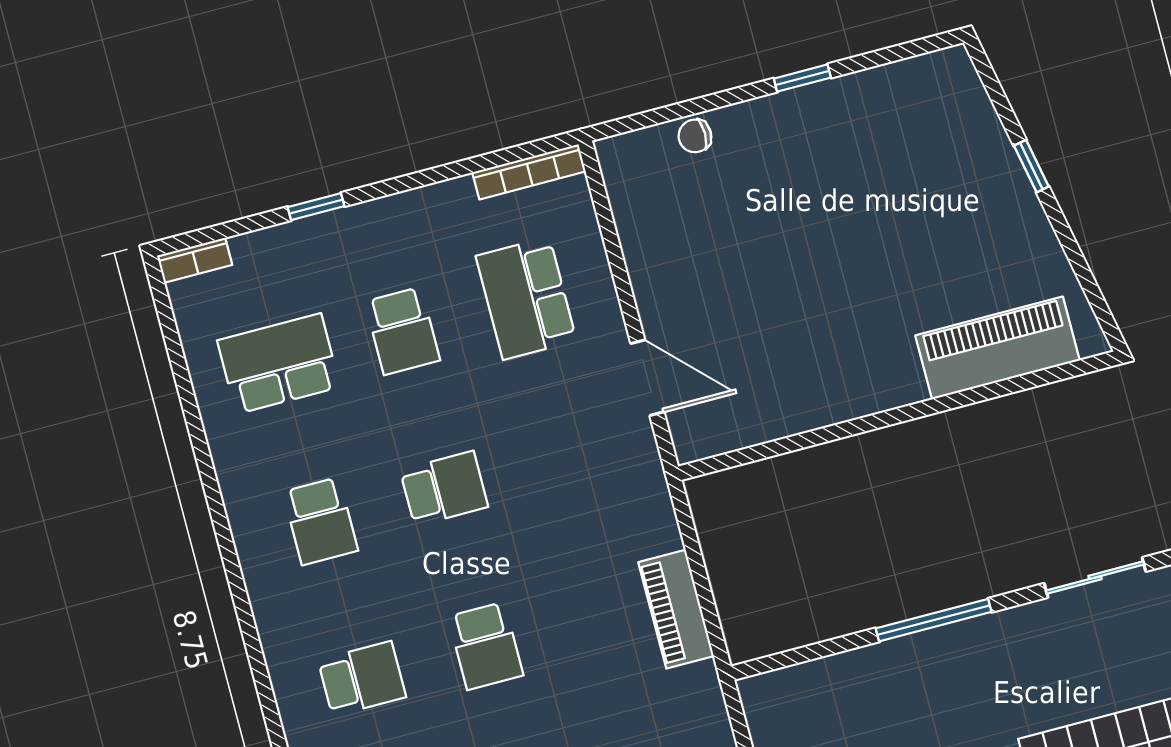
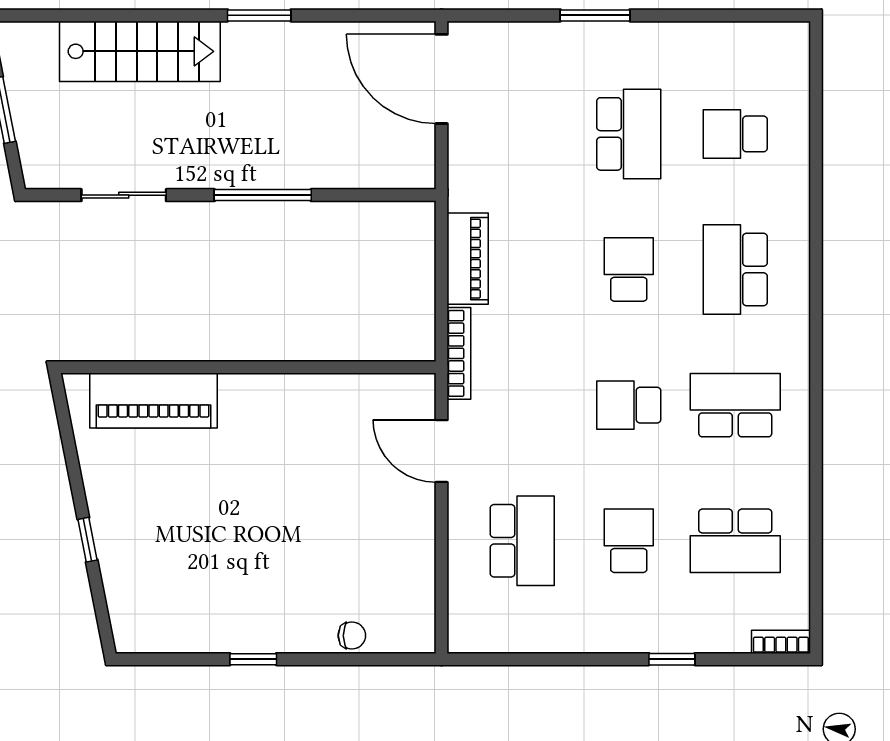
bookcase: (529, 172) -> (459, 353), moved, turned 90
school desk: (320, 521) -> (735, 405), width x1.85
school desk: (362, 679) -> (735, 270), width x1.85

